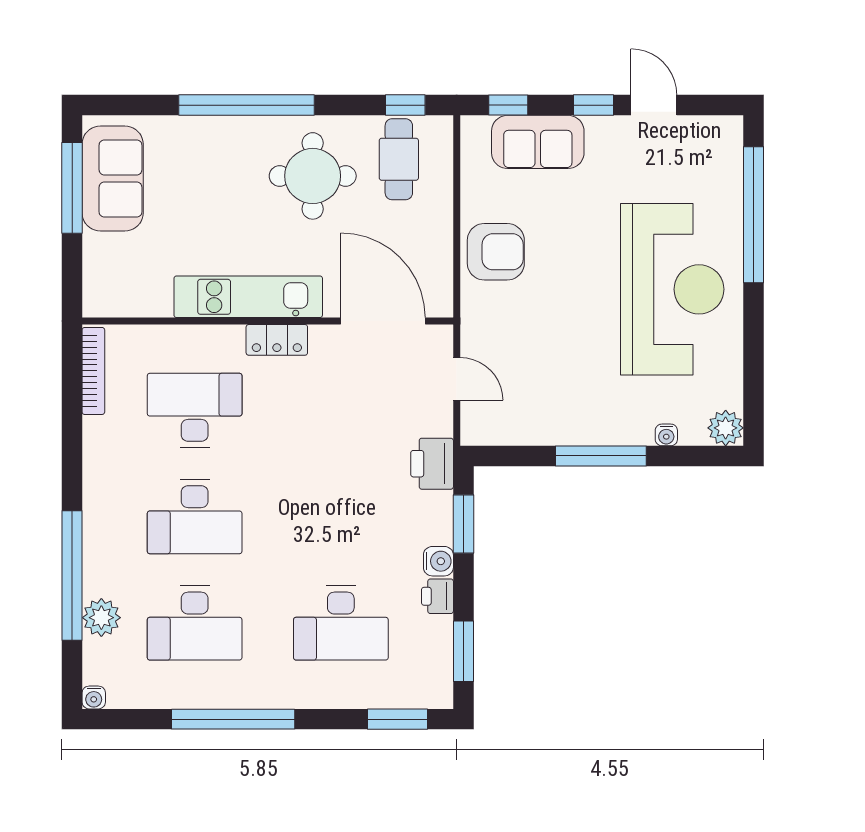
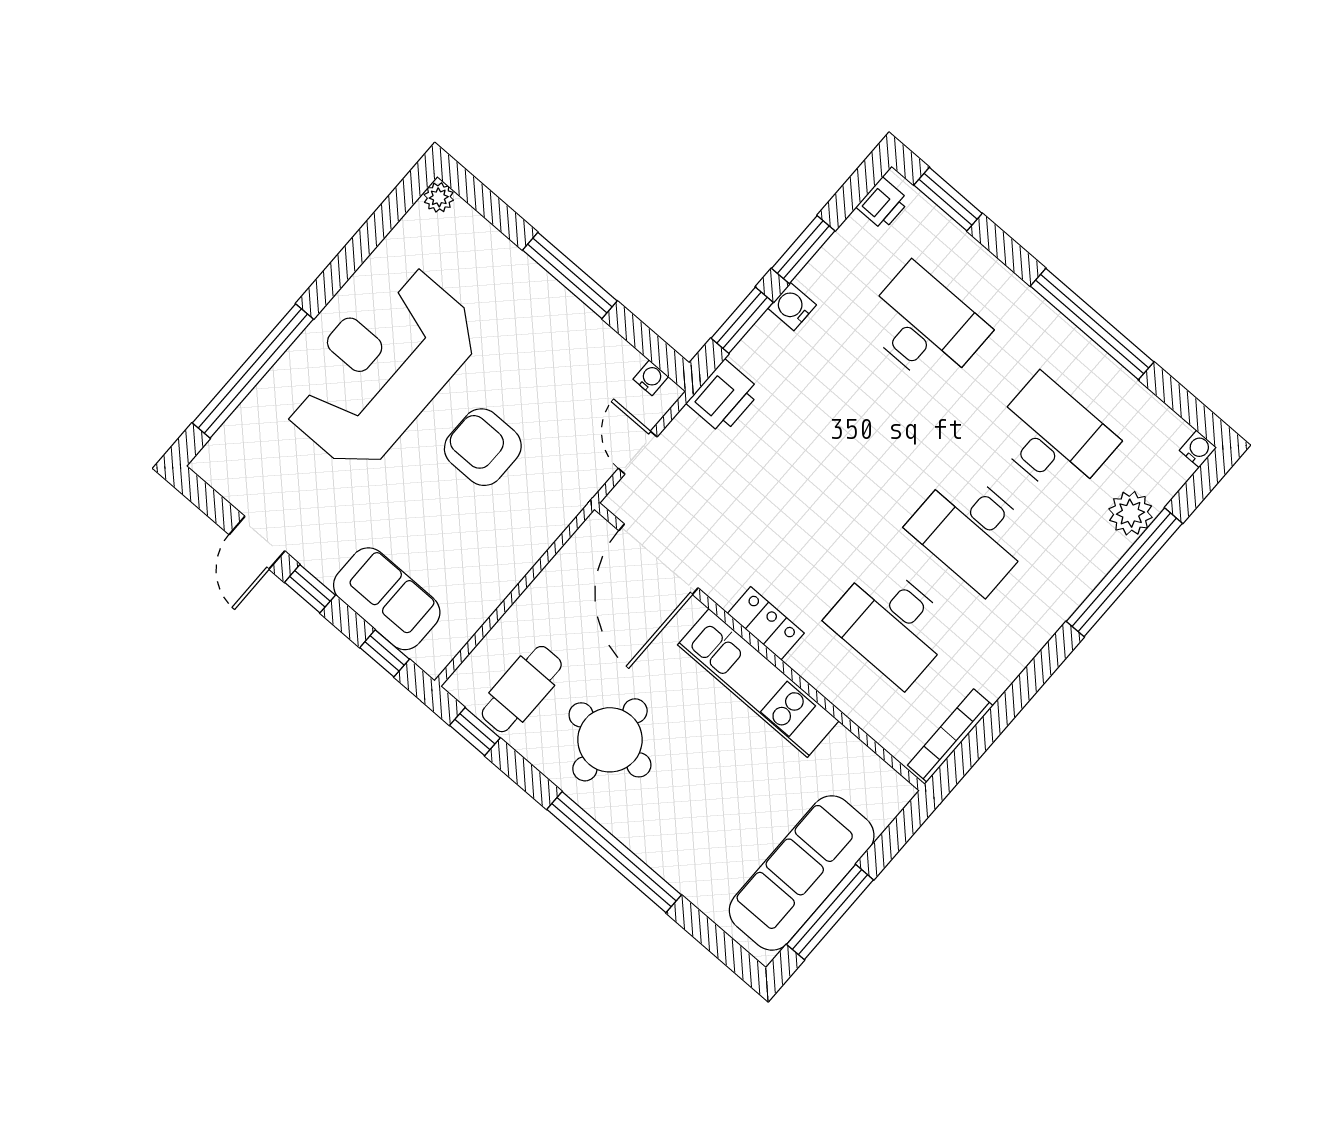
sofa: (113, 179) -> (802, 873), width x1.36
armchair: (496, 252) -> (483, 447), moved
plant: (726, 428) -> (439, 197), width x0.73, depth x0.73
water cooler: (666, 435) -> (651, 378), moved
desk: (195, 517) -> (972, 531), turned 180
printer: (437, 596) -> (883, 204), moved
window: (463, 651) -> (803, 250), moved

